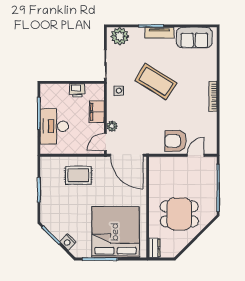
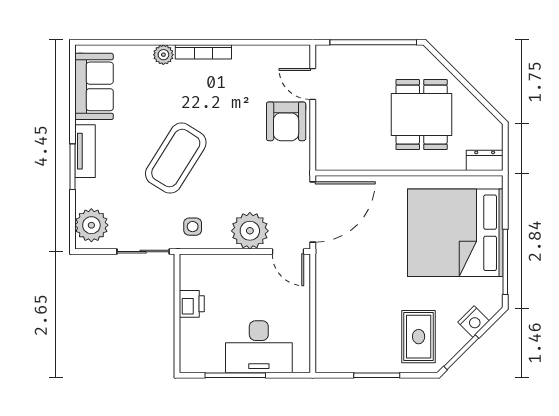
plant: (211, 75) -> (163, 55), added
filing cabinet: (97, 112) -> (232, 268), removed
plant: (112, 126) -> (250, 231), width x1.88, depth x1.88
rug: (78, 175) -> (419, 337), moved

